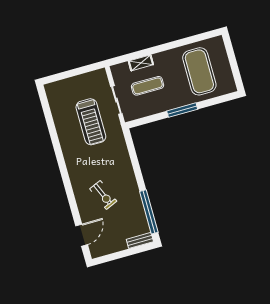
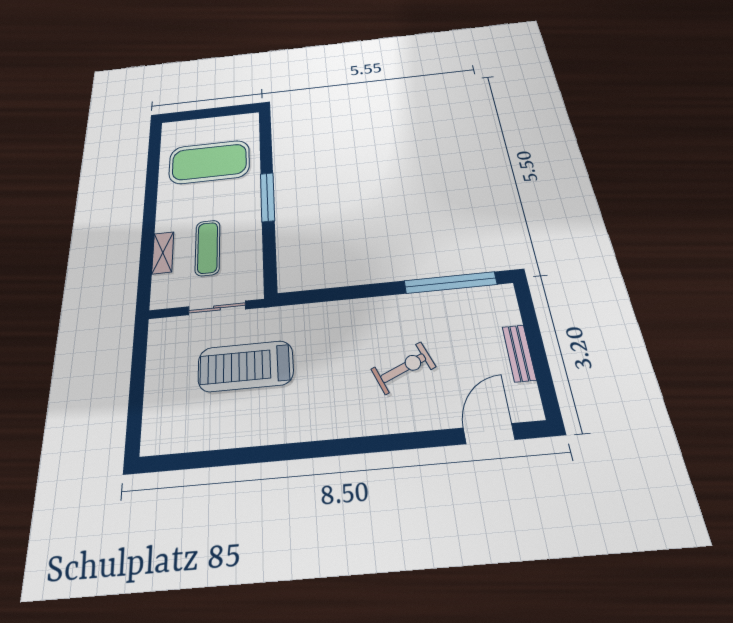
treadmill: (91, 122) -> (246, 366), turned 180
door: (82, 235) -> (489, 434), hinge flipped
bench: (140, 240) -> (519, 353), moved

